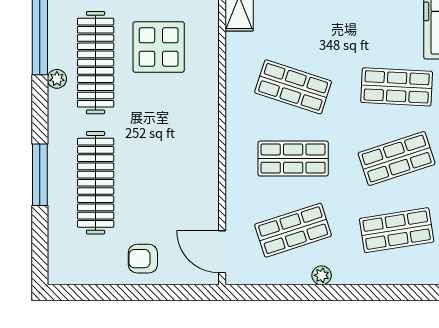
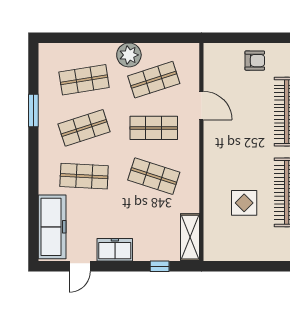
display table: (159, 47) -> (244, 203), width x0.73, depth x0.73
door: (222, 252) -> (201, 106), moved
plant: (322, 275) -> (129, 55), width x1.87, depth x1.87

